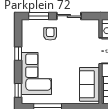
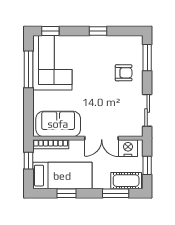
sliding door: (69, 16) -> (147, 110), moved
corner sofa: (36, 74) -> (52, 63), moved, turned -90

